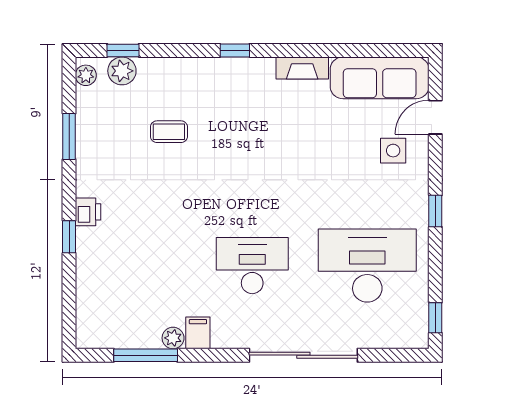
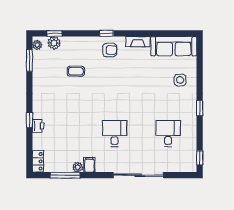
armchair: (242, 86) -> (110, 50), added
door: (435, 117) -> (200, 64), removed
window: (69, 136) -> (29, 60), moved
printer: (88, 212) -> (38, 126), moved
desk: (252, 266) -> (115, 133), width x0.73
desk: (367, 266) -> (168, 133), width x0.53, depth x0.77
locker: (87, 325) -> (38, 161), added

